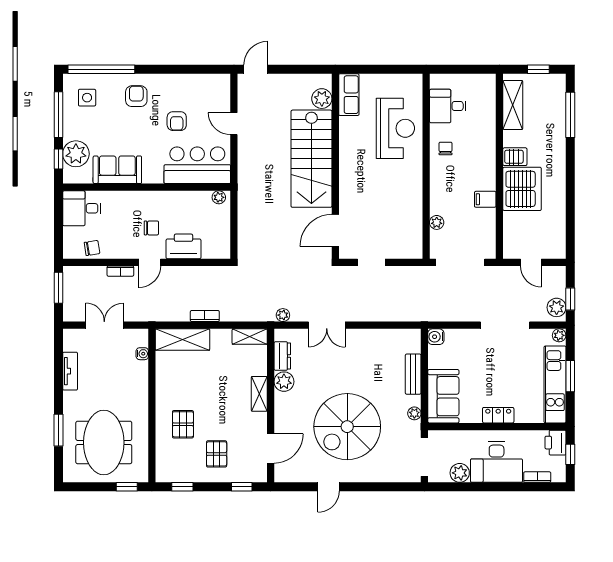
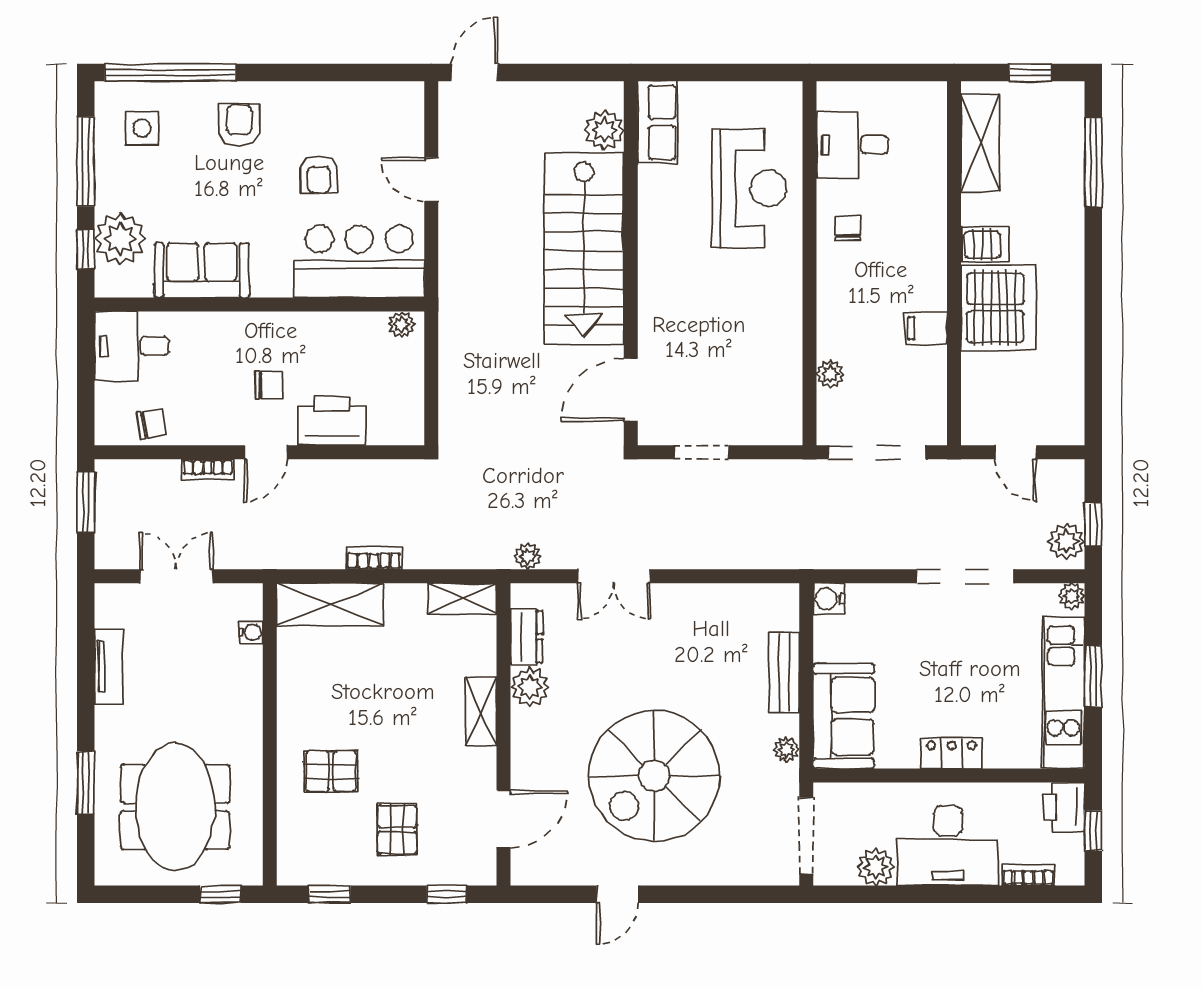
pallet: (183, 424) -> (331, 771), turned 90

